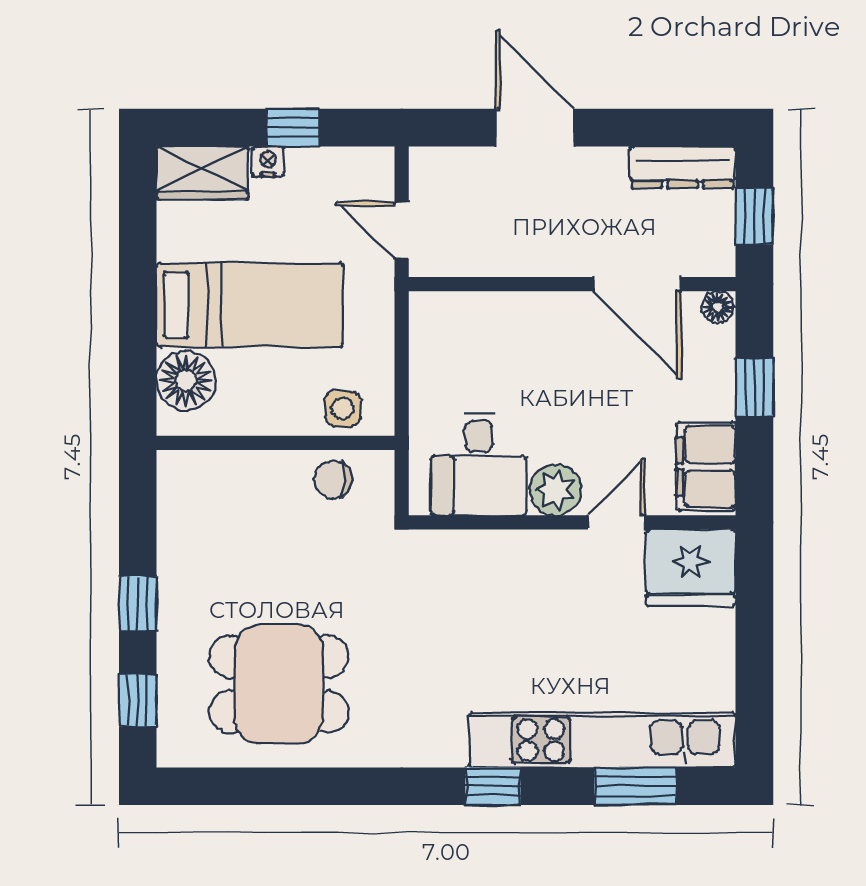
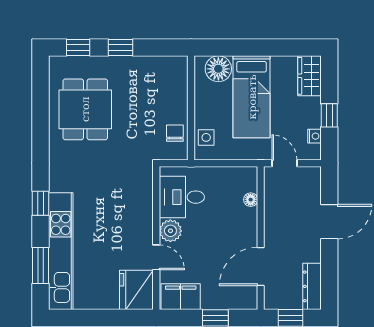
nightstand: (268, 162) -> (314, 136), moved
door: (402, 230) -> (284, 163), hinge flipped
floor lamp: (718, 307) -> (251, 200), moved

